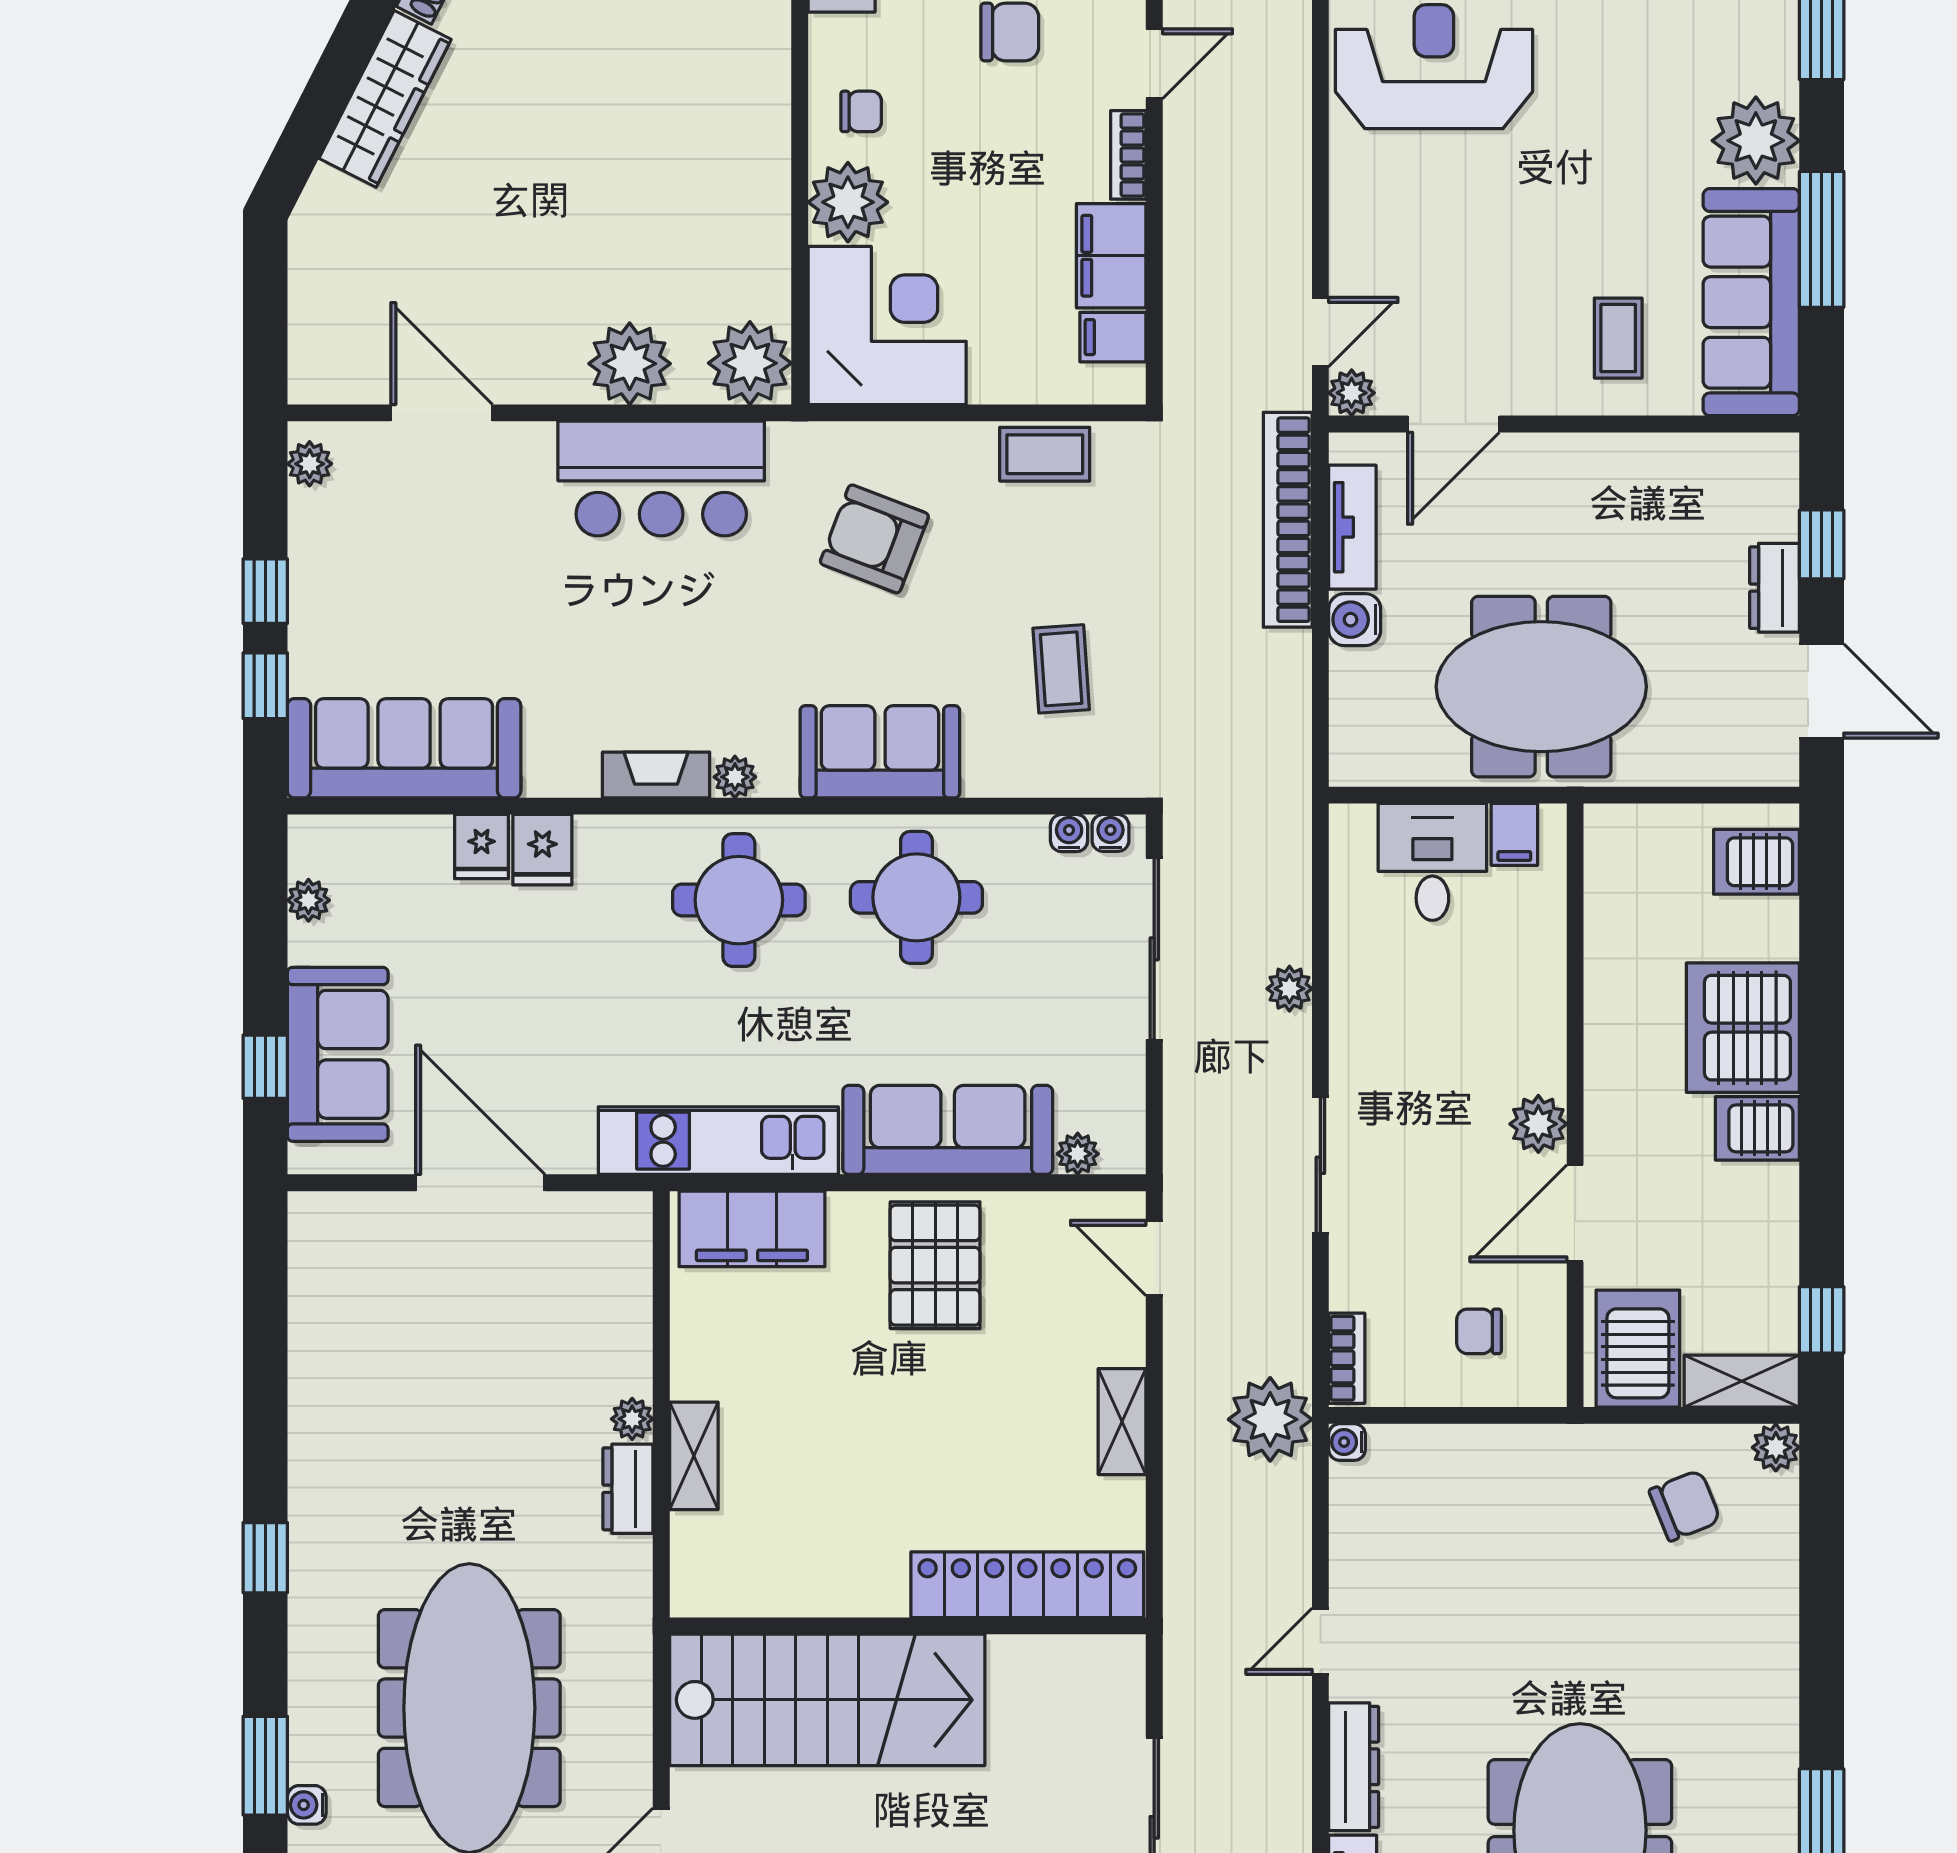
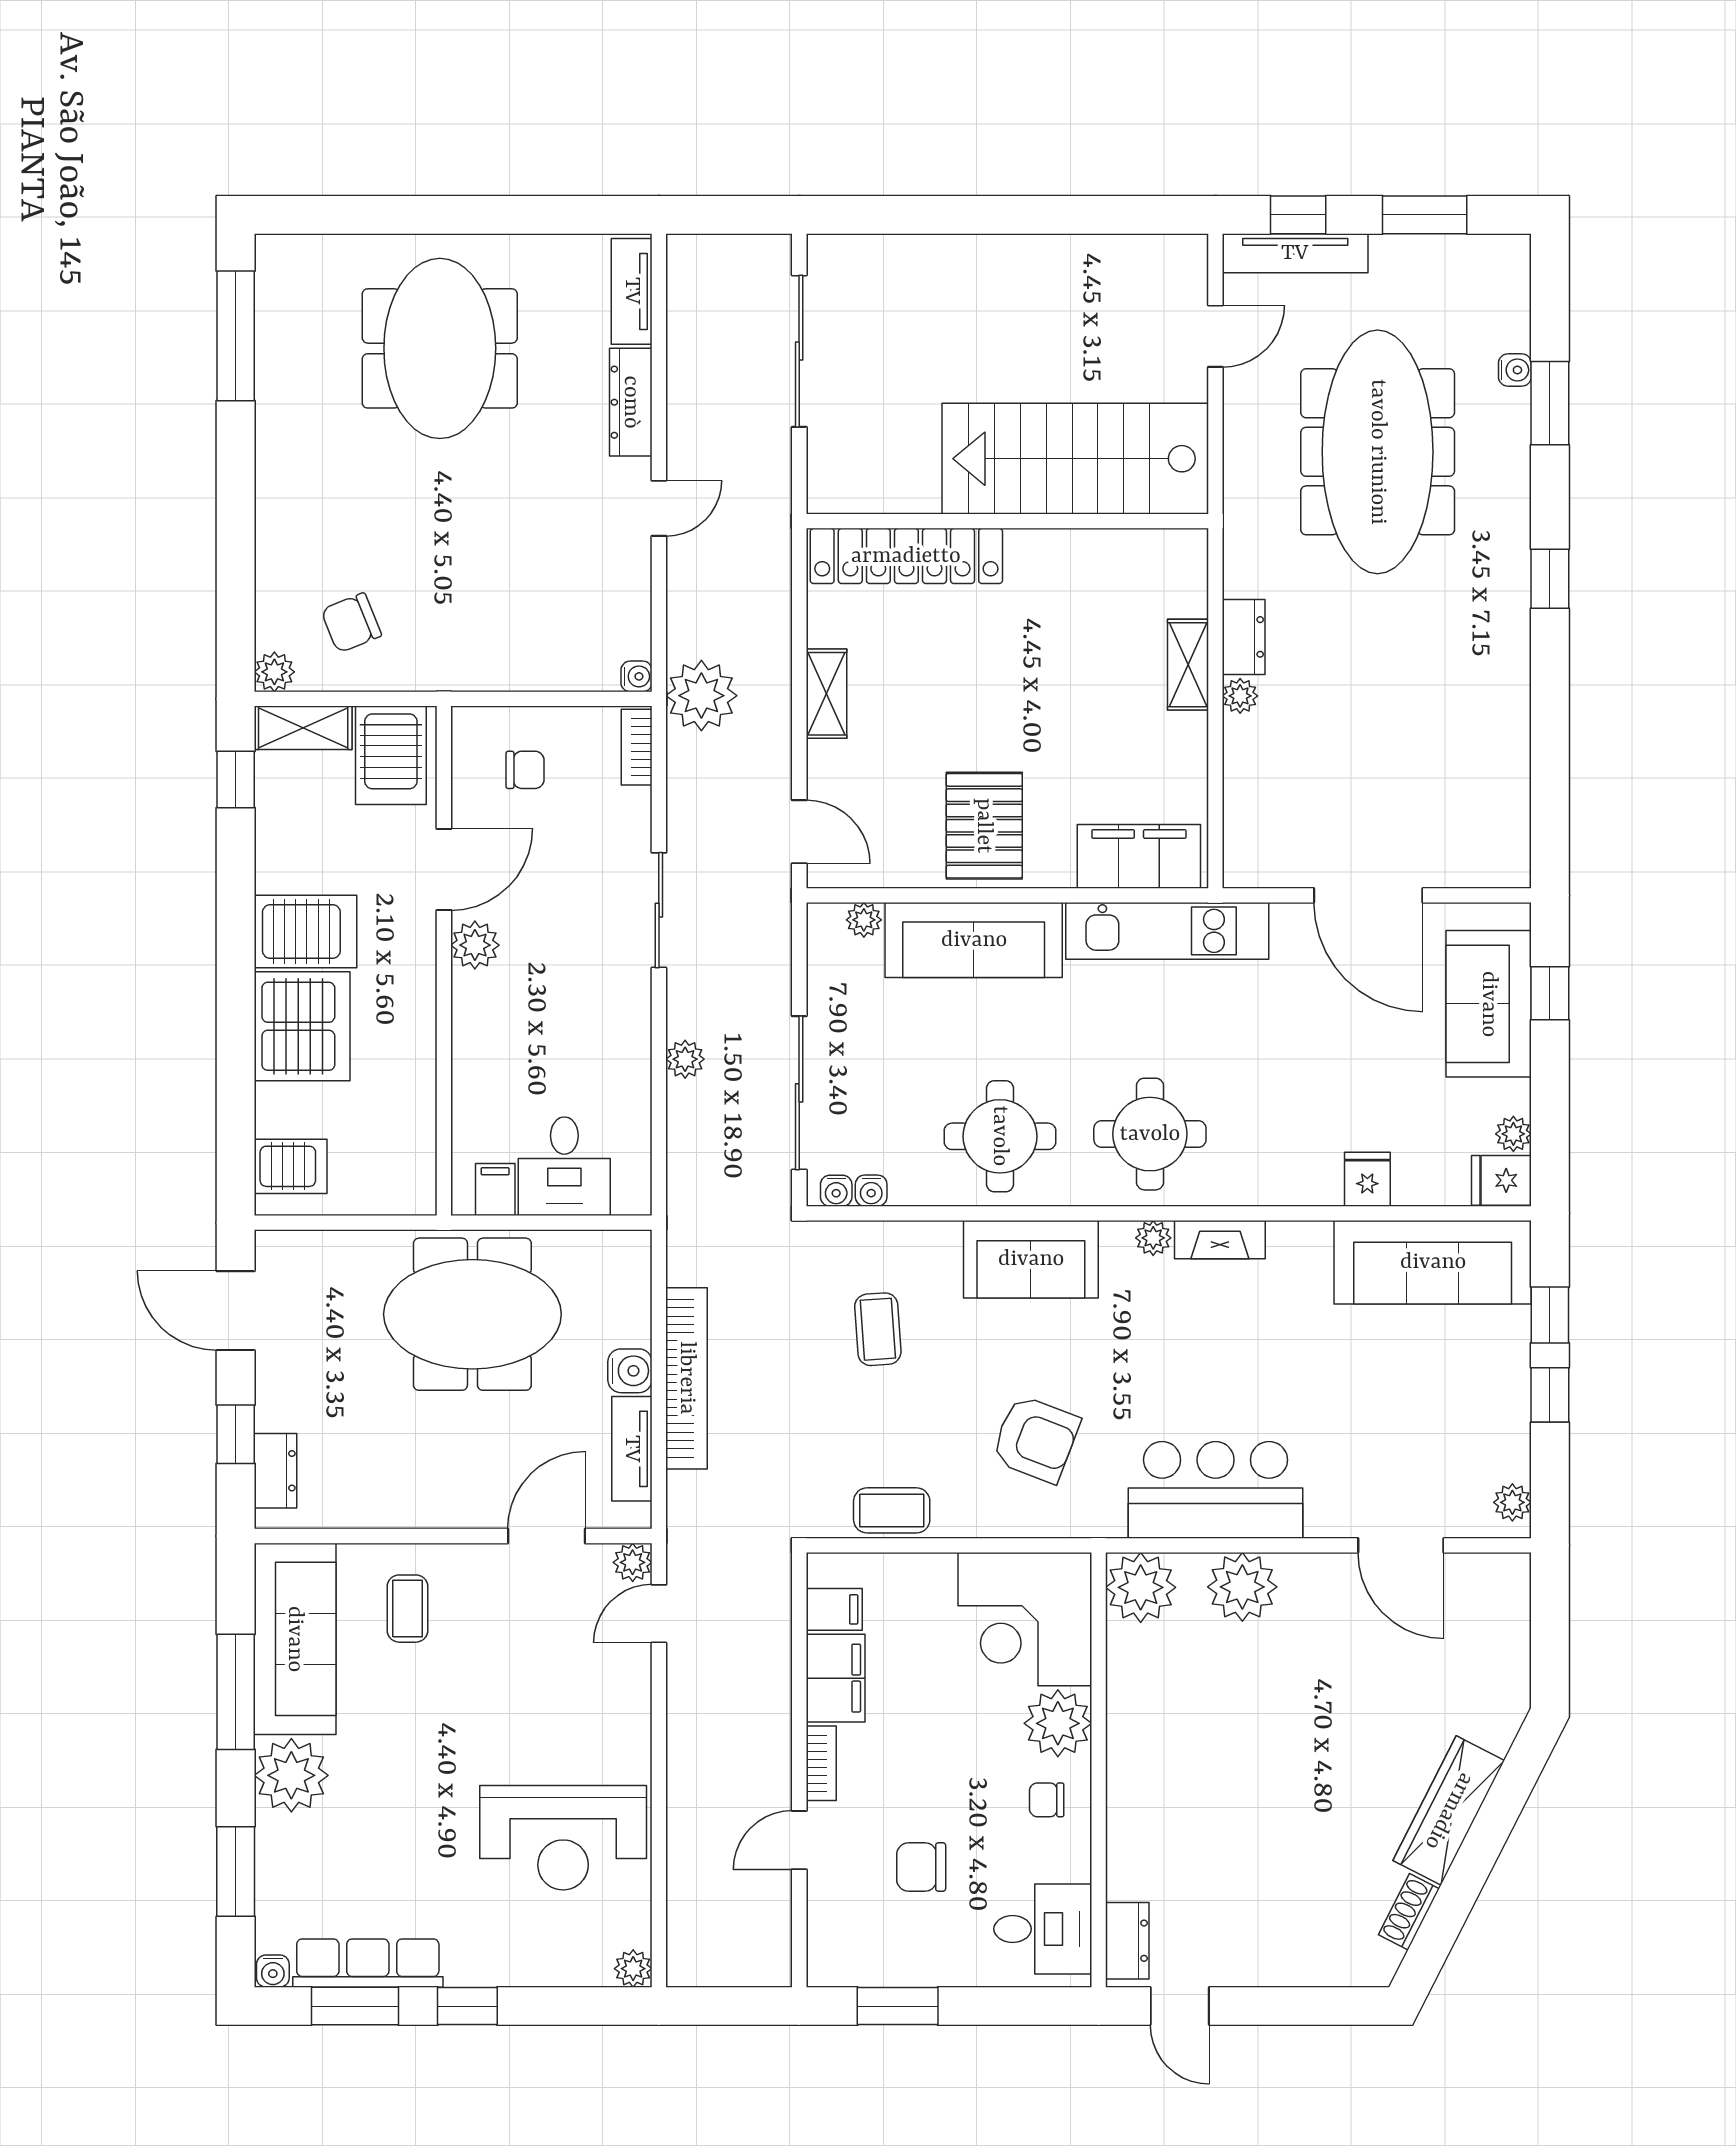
bookcase: (1288, 520) -> (687, 1378), moved
dresser: (1775, 588) -> (275, 1471), moved
fridge: (542, 850) -> (1501, 1180), moved, turned -90
server rack: (1757, 1128) -> (305, 931), width x1.36, depth x1.44

